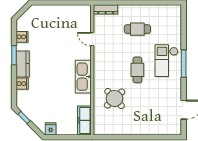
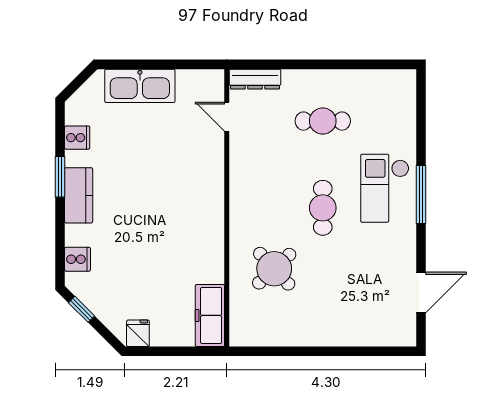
door: (92, 39) -> (227, 117), moved
kitchen sink: (83, 77) -> (140, 86), moved, turned -90
cooker: (22, 84) -> (77, 259), moved

